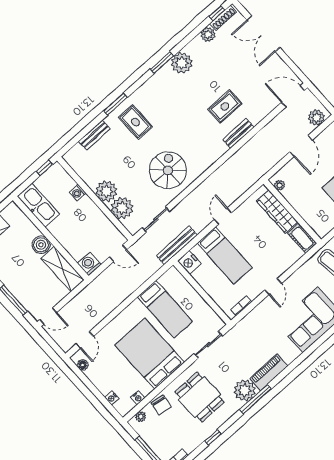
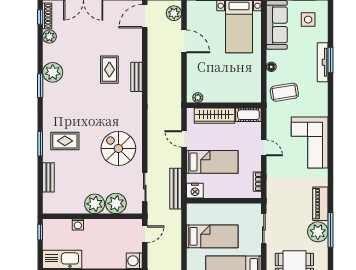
plant: (280, 185) -> (198, 98), moved
wardrobe: (277, 212) -> (214, 116), moved
wall: (292, 212) -> (224, 105), moved
cot: (302, 238) -> (248, 115), moved

